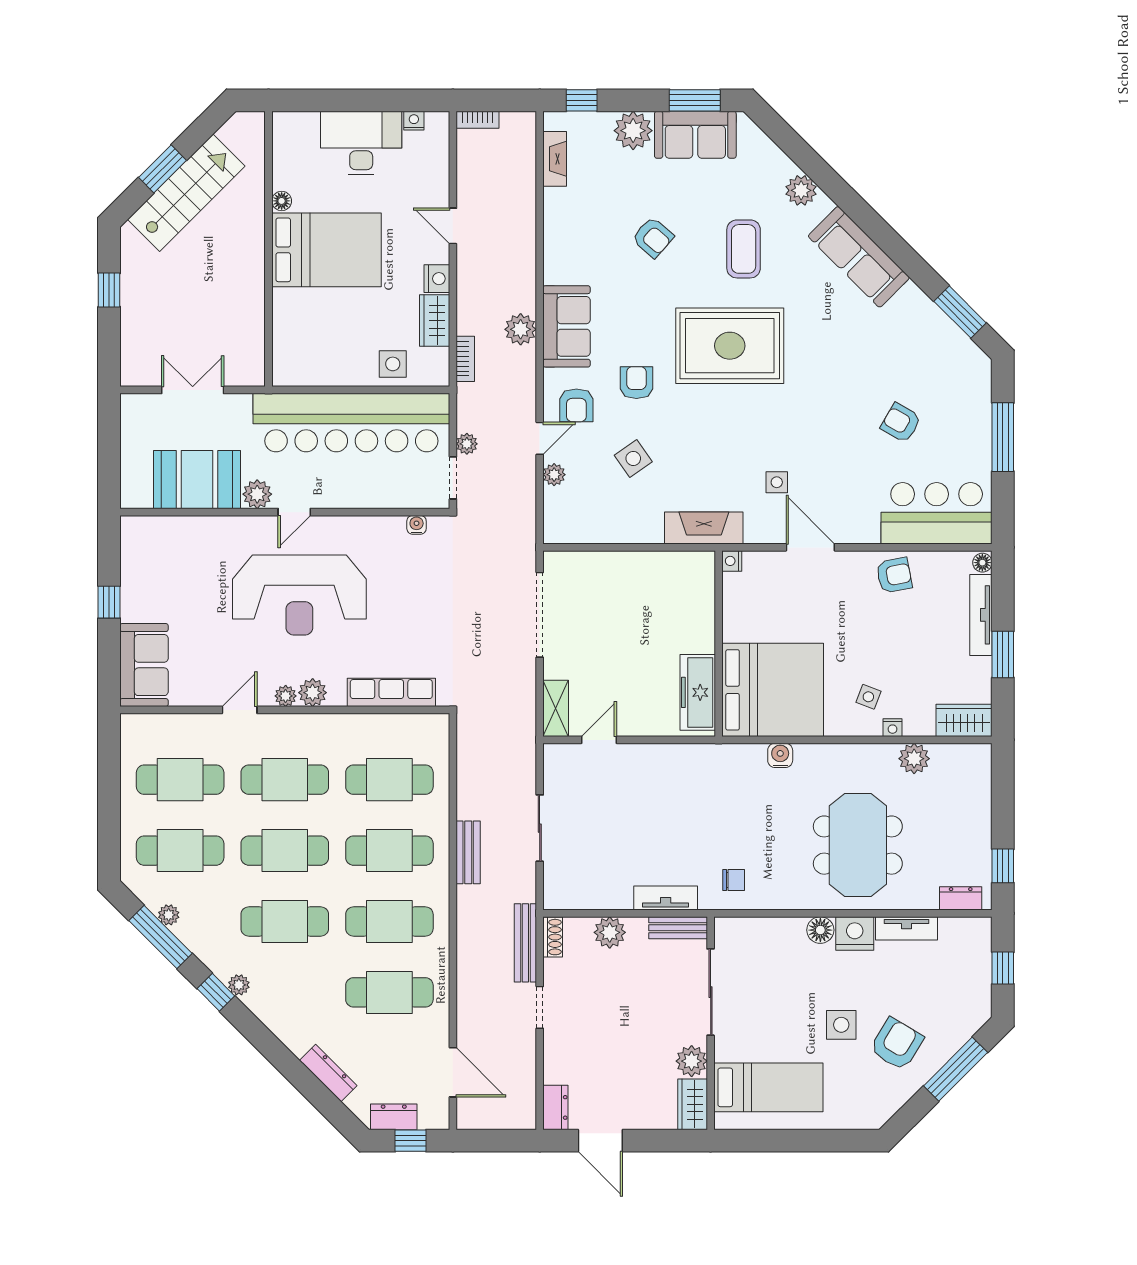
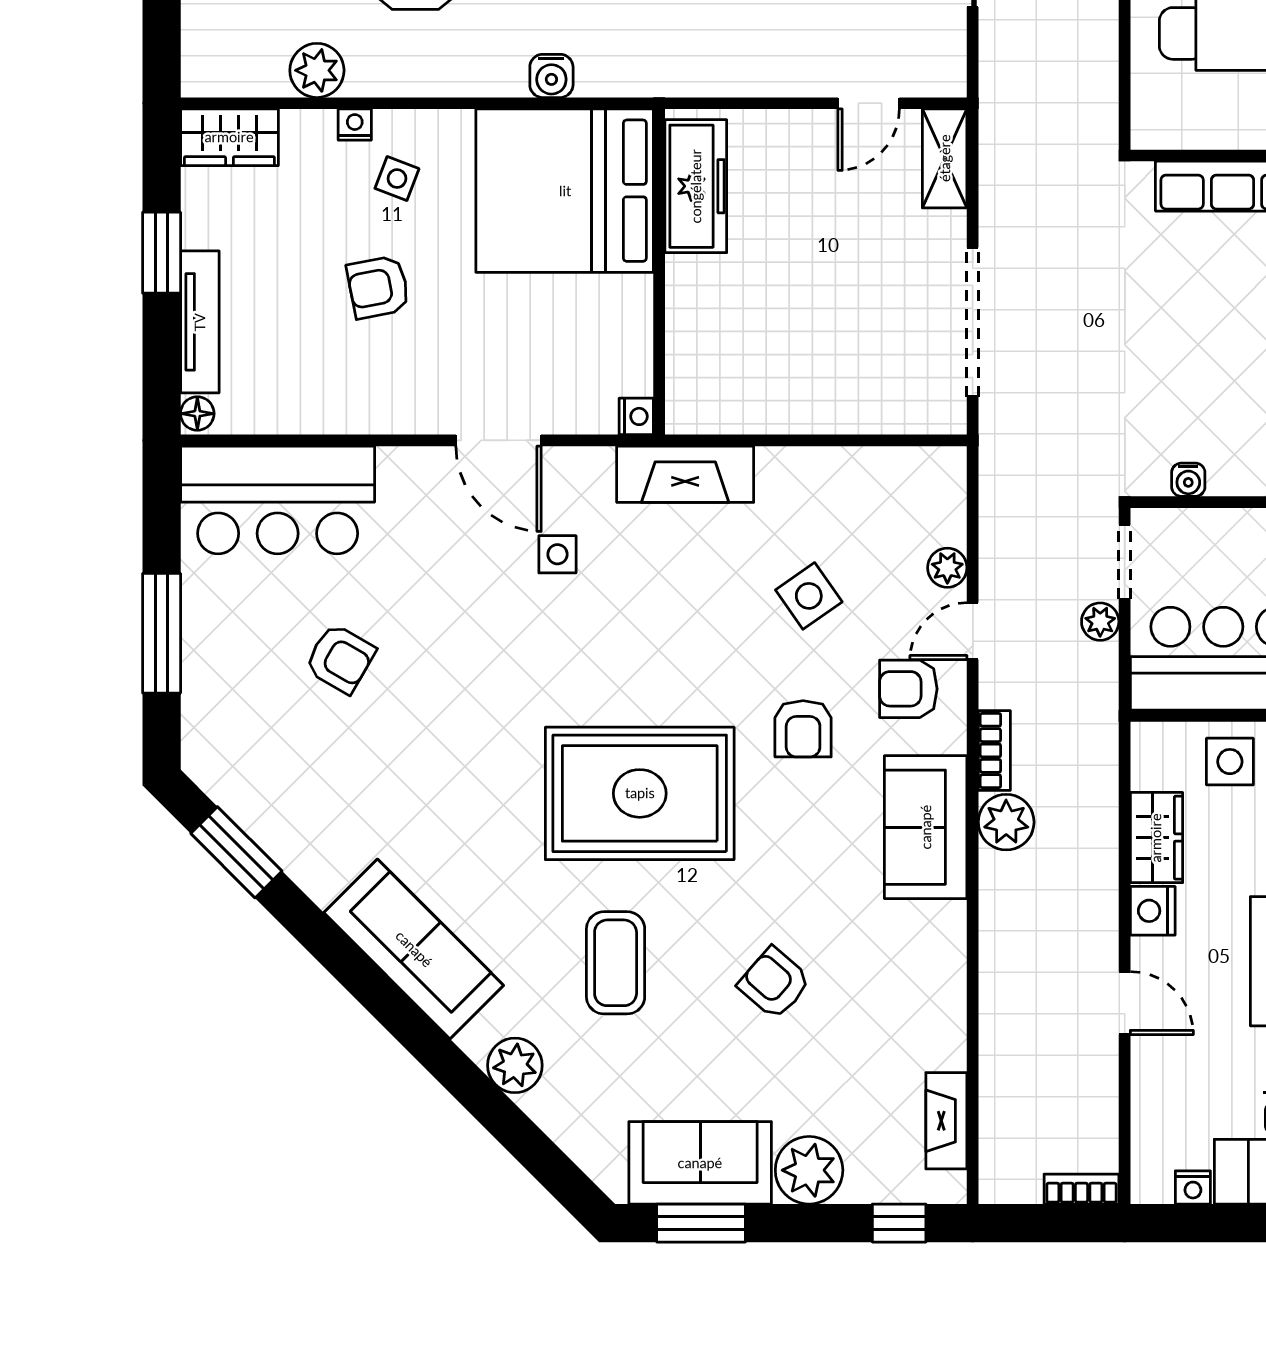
bookcase: (465, 359) -> (994, 750), moved, turned 180
armchair: (576, 405) -> (908, 689), turned -90
armchair: (894, 575) -> (378, 287), moved

